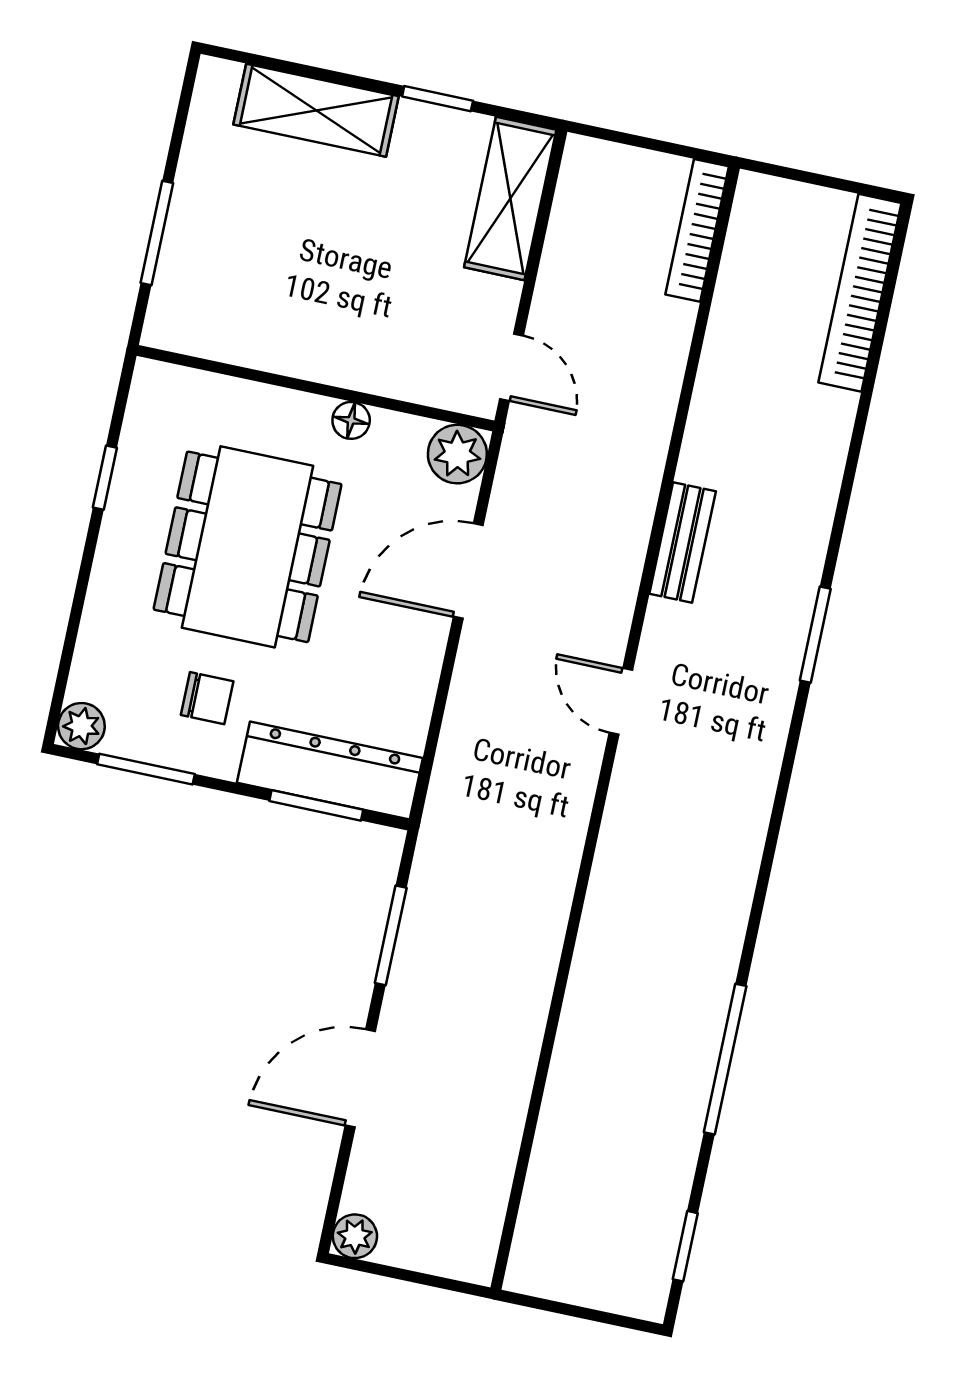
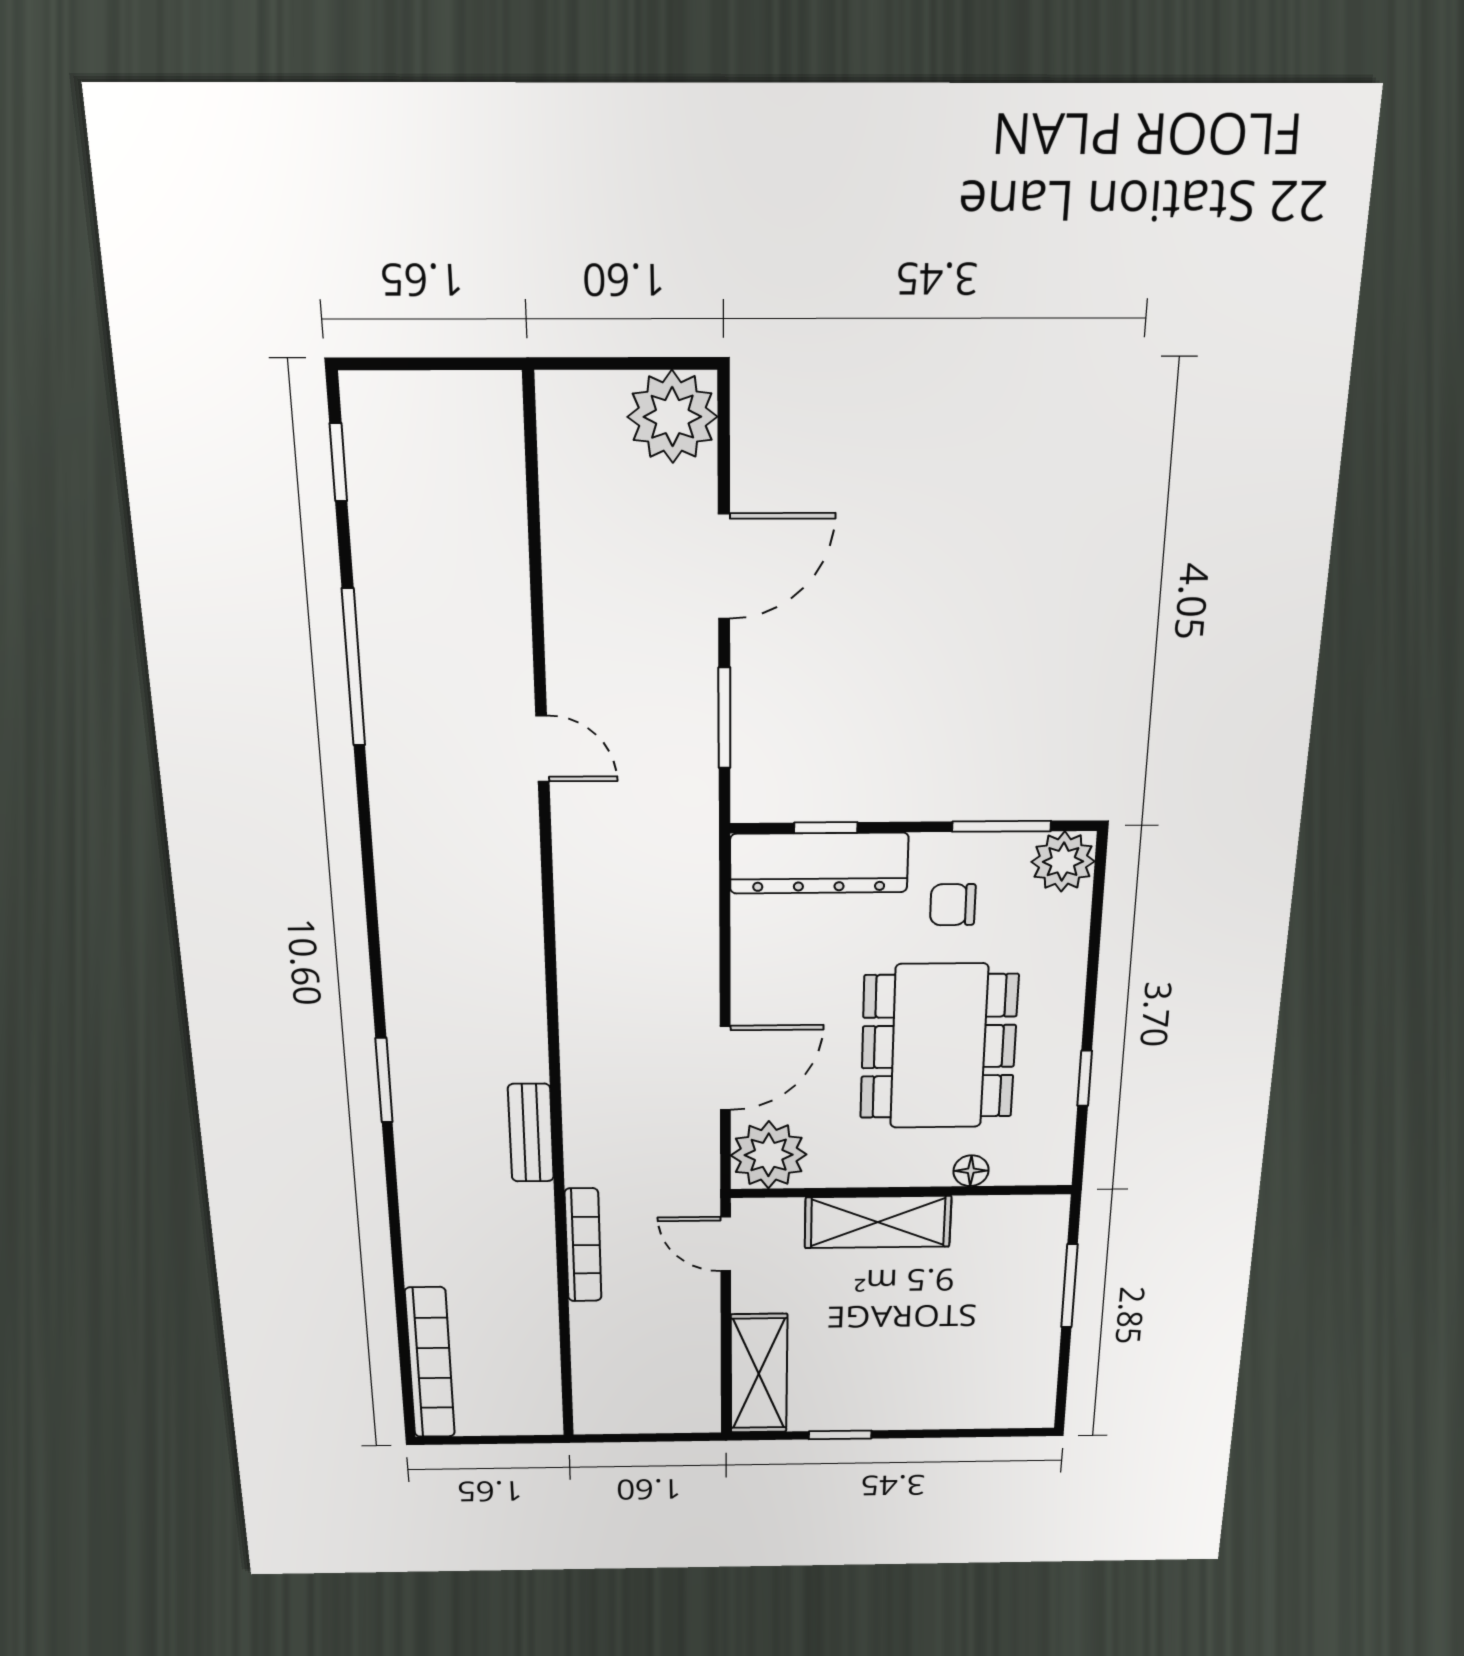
shelving: (316, 110) -> (878, 1222), moved
bookcase: (697, 230) -> (583, 1245), moved
floor lamp: (351, 420) -> (971, 1171), moved
plant: (457, 454) -> (769, 1155), width x1.36, depth x1.36
door: (621, 701) -> (542, 749), moved
plant: (81, 726) -> (1063, 862), width x1.38, depth x1.38
window: (316, 805) -> (826, 828), width x0.67
plant: (355, 1236) -> (672, 417), width x1.88, depth x1.88

